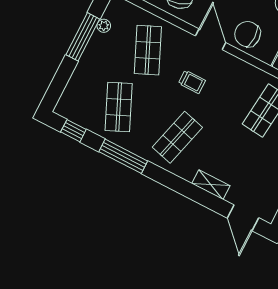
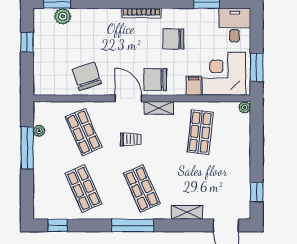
shelving: (236, 65) -> (159, 108), added
shop shelf: (177, 137) -> (142, 189), turned -39
window: (123, 156) -> (133, 225), moved

